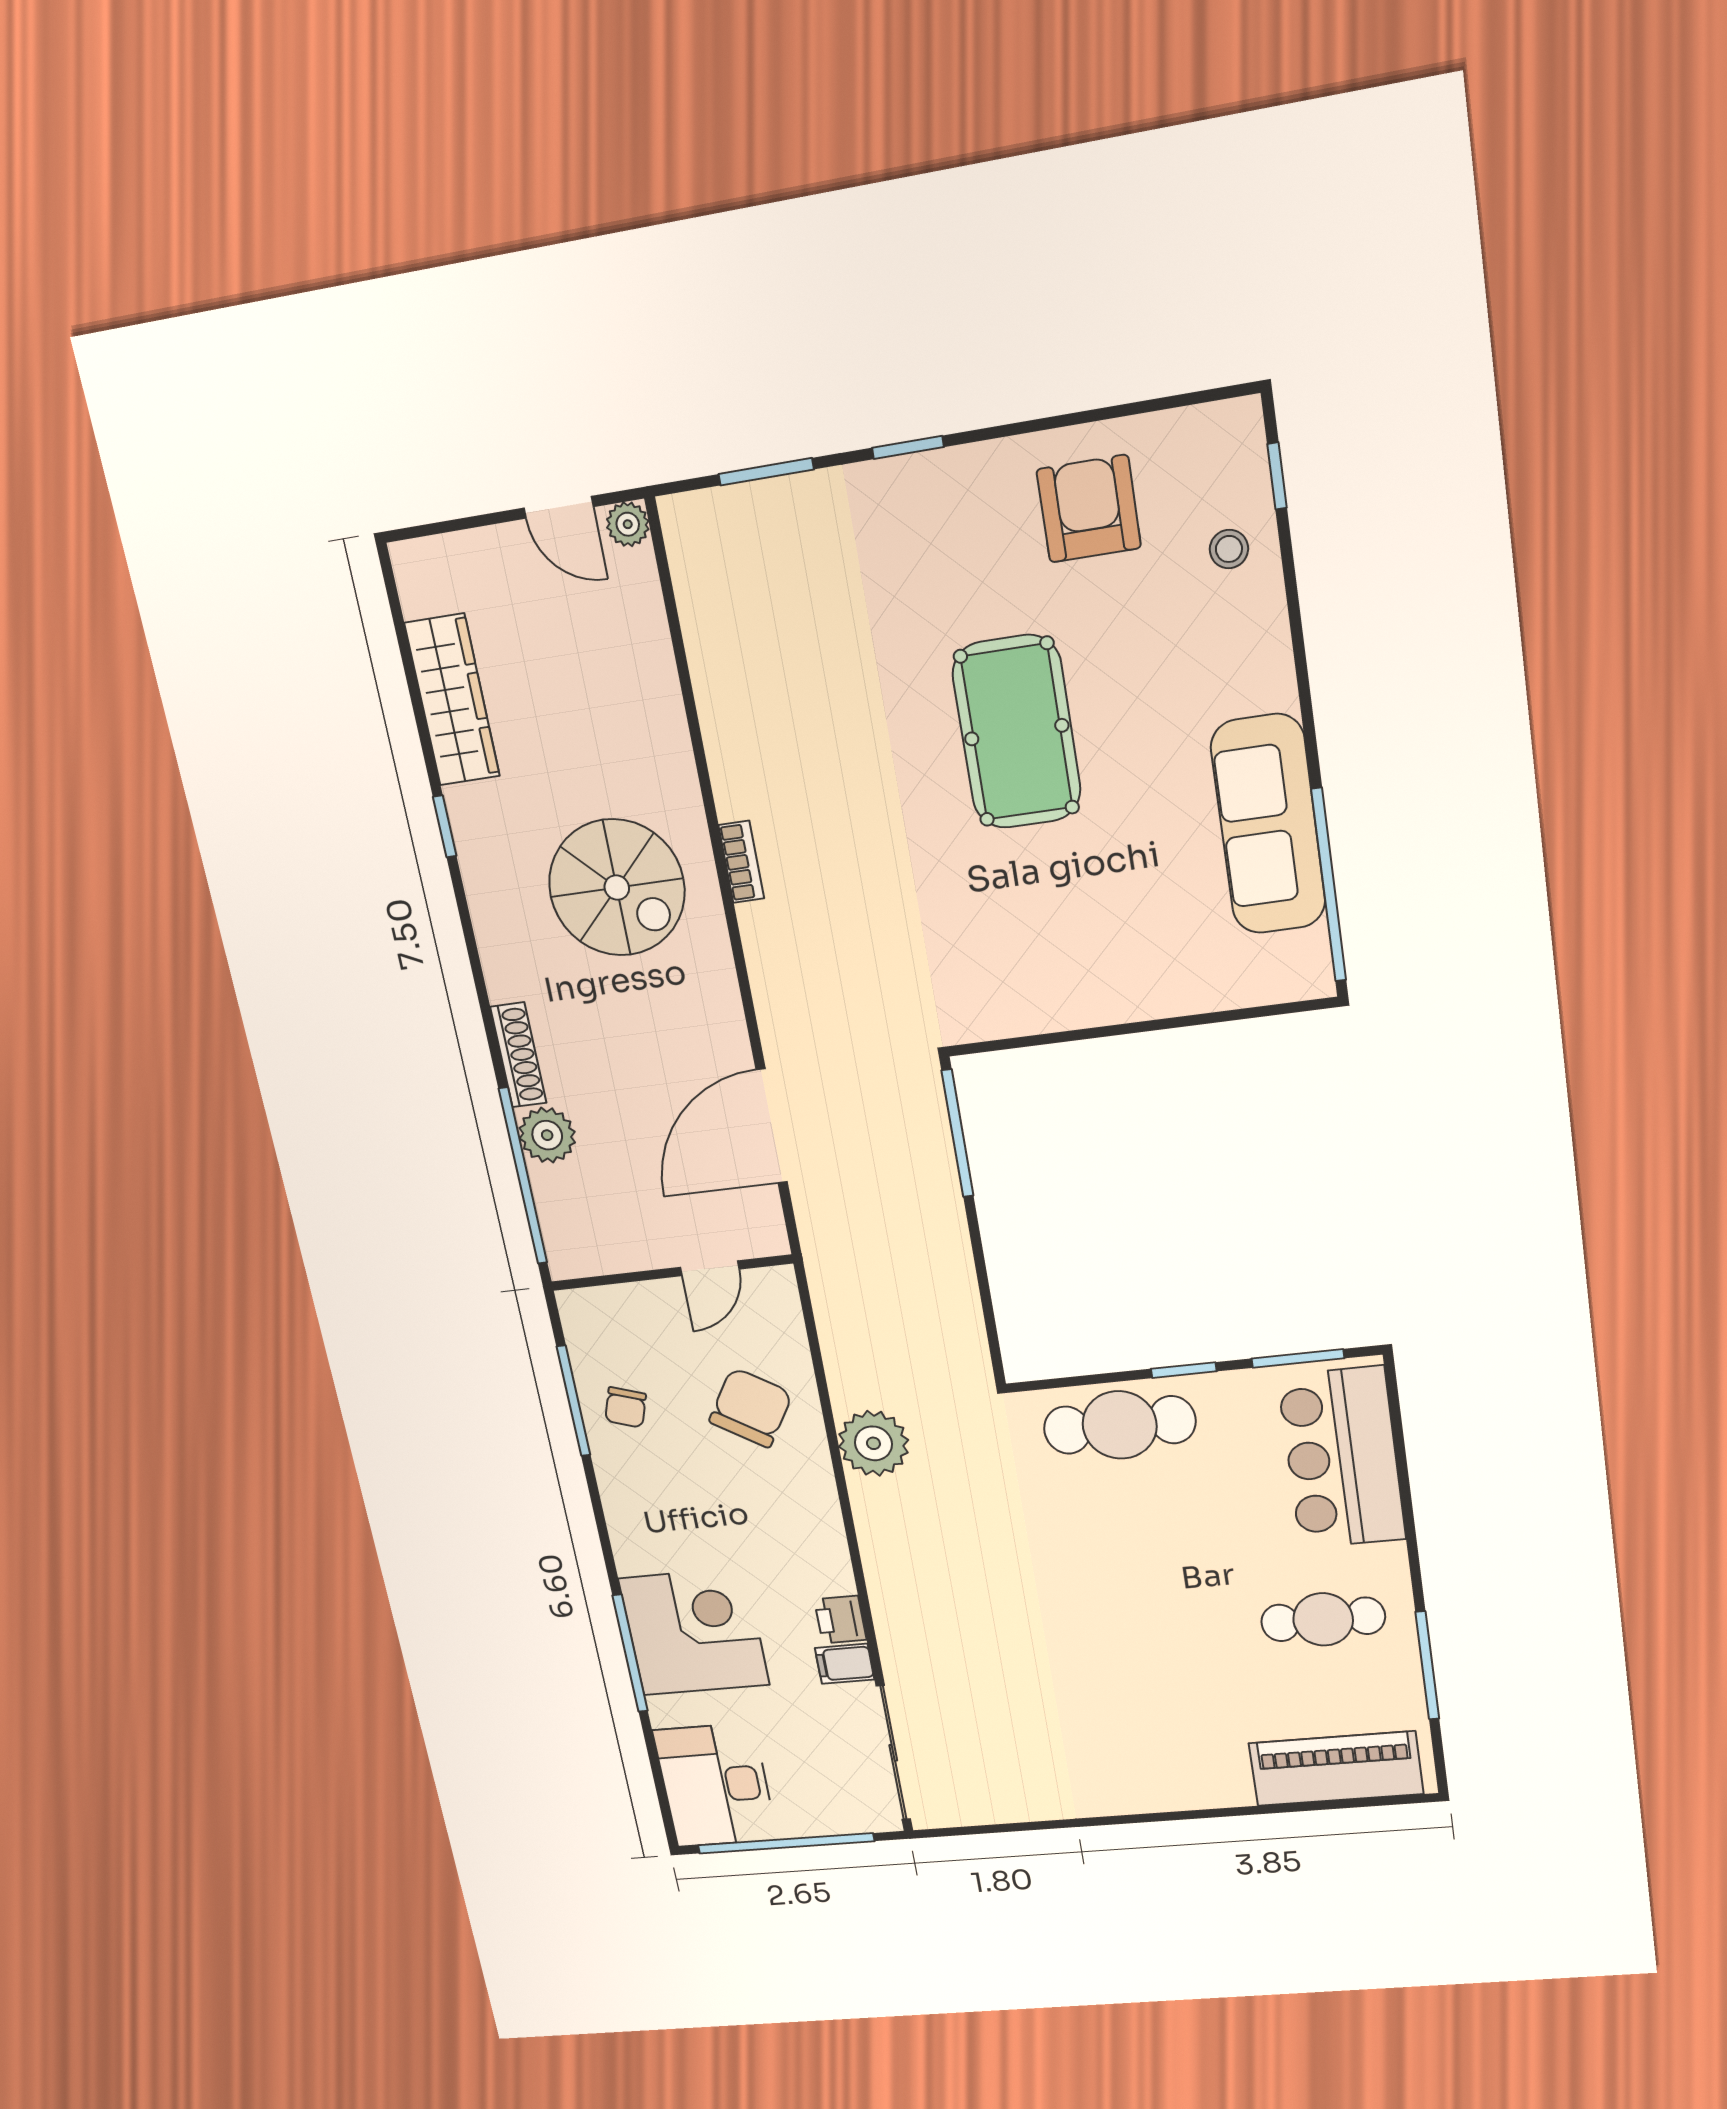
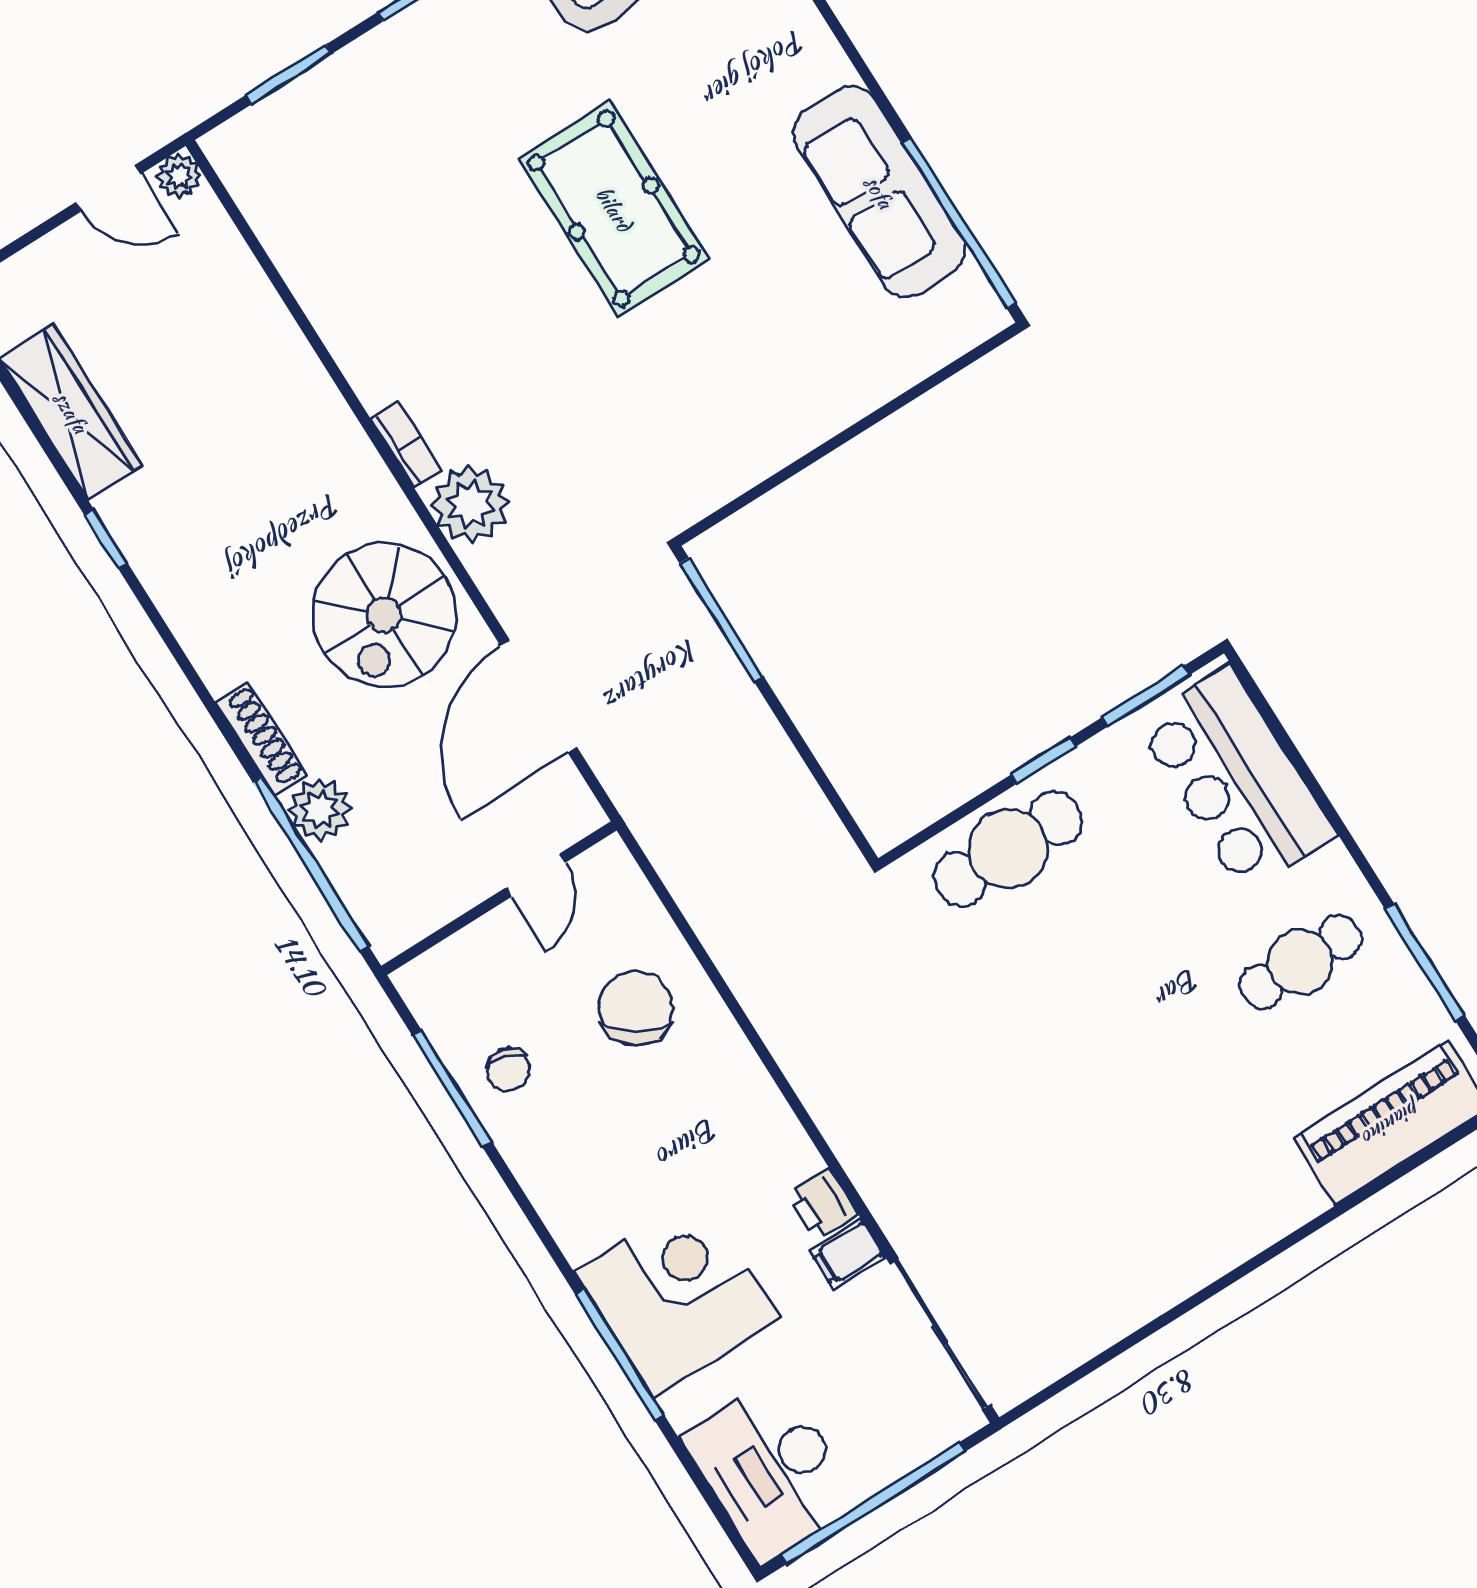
spiral stairs: (617, 888) -> (384, 615), moved, turned 90
plant: (873, 1443) -> (470, 504), moved

